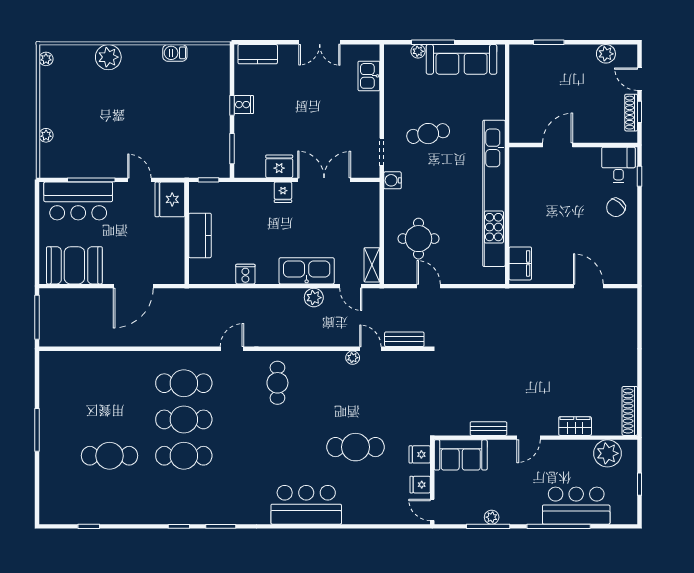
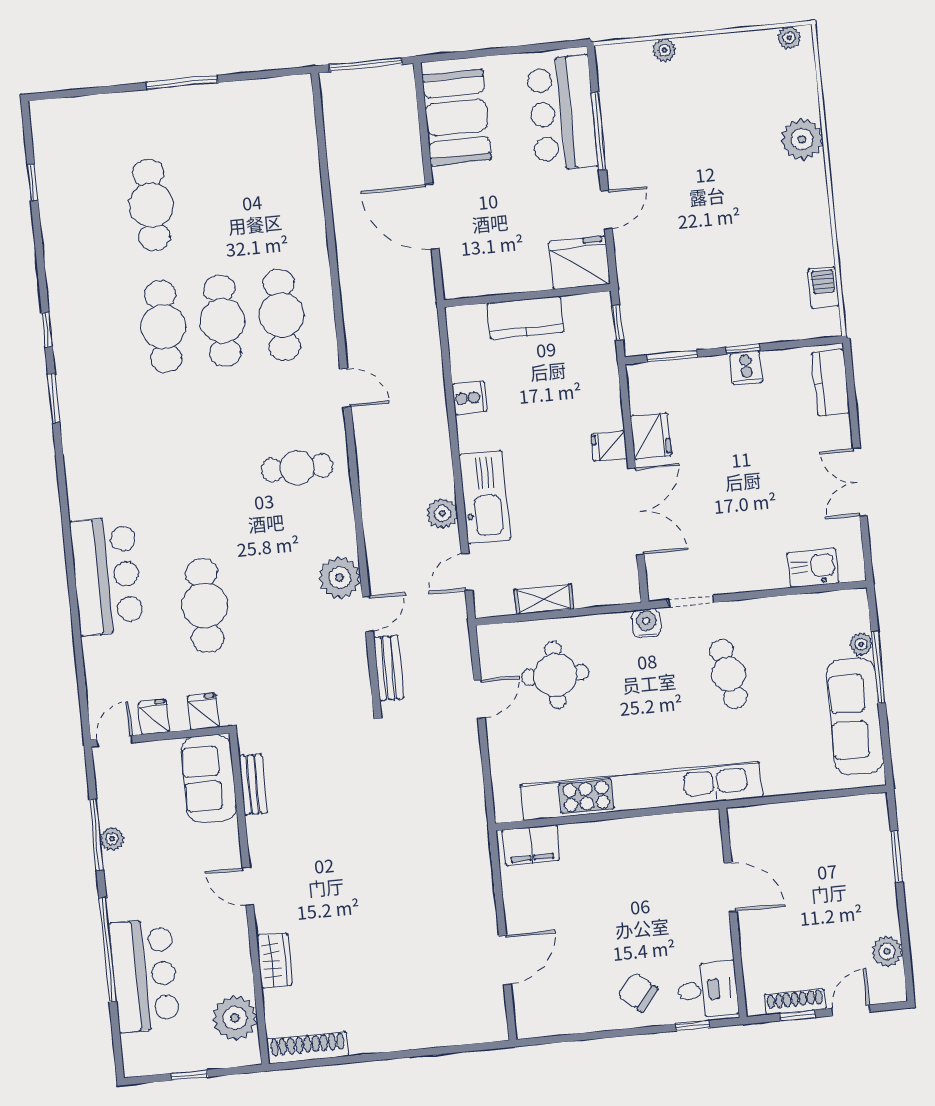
barbecue: (175, 53) -> (823, 288), moved
shelving: (372, 265) -> (544, 599), moved
plant: (353, 358) -> (340, 578), width x1.88, depth x1.88
bench: (488, 429) -> (253, 784), moved
bar counter: (306, 505) -> (107, 576), moved

